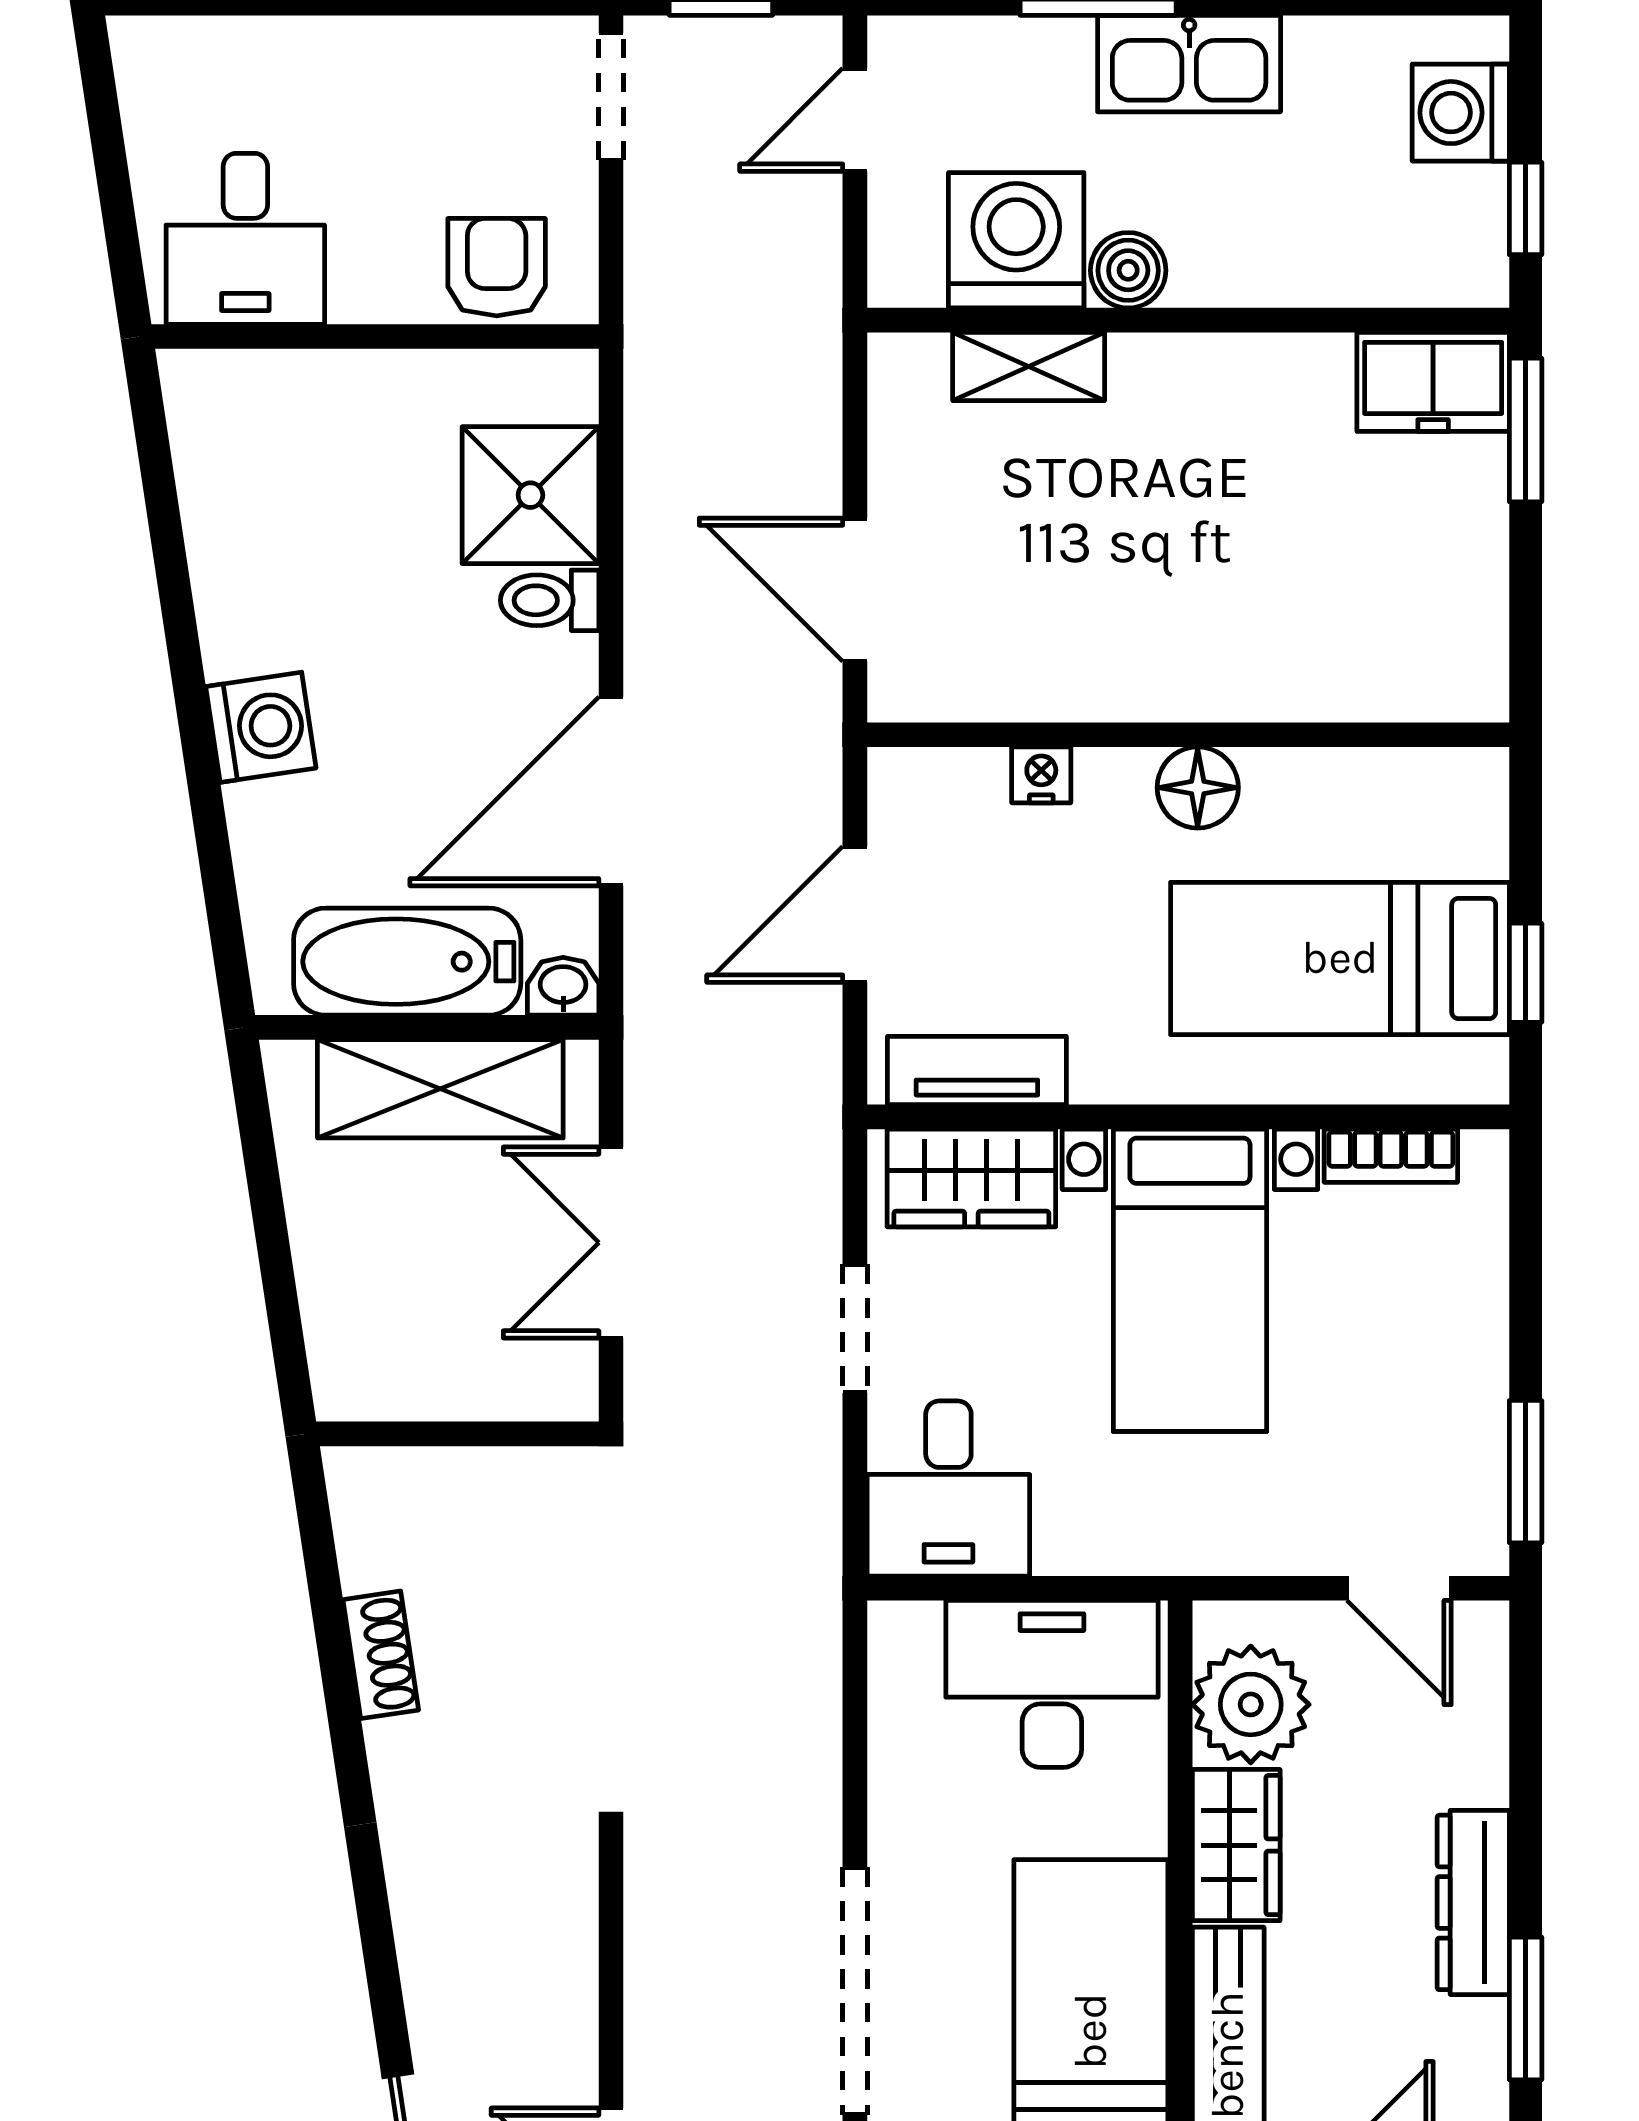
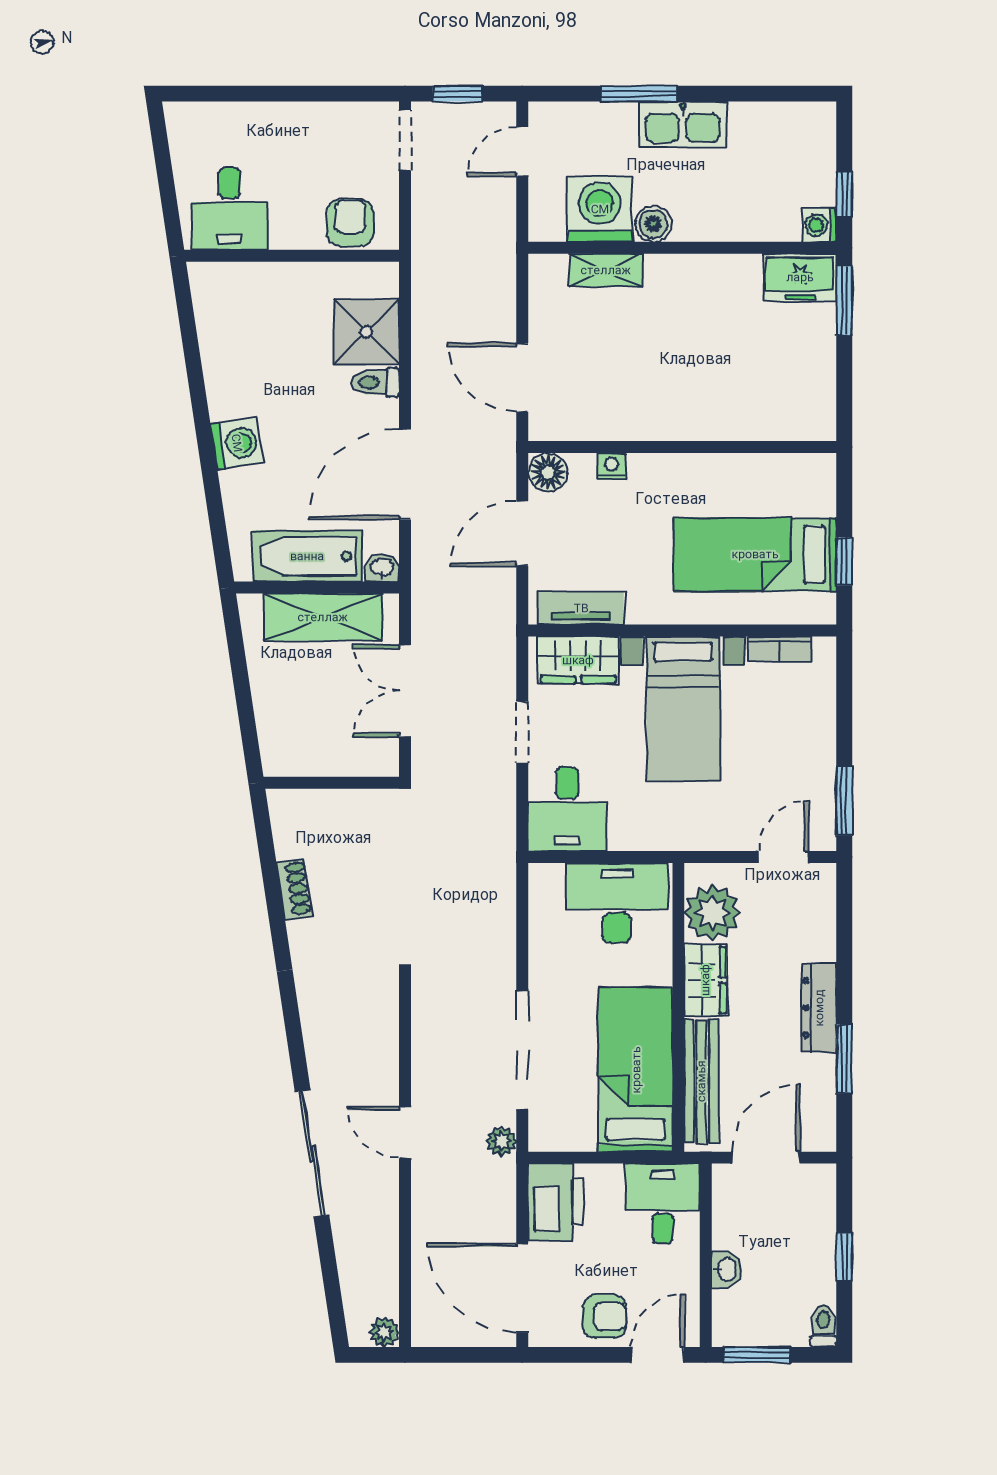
washing machine: (1461, 113) -> (820, 225), moved, width x0.73, depth x0.73
floor lamp: (1198, 788) -> (548, 472), moved
door: (1399, 1588) -> (784, 857), swing flipped

